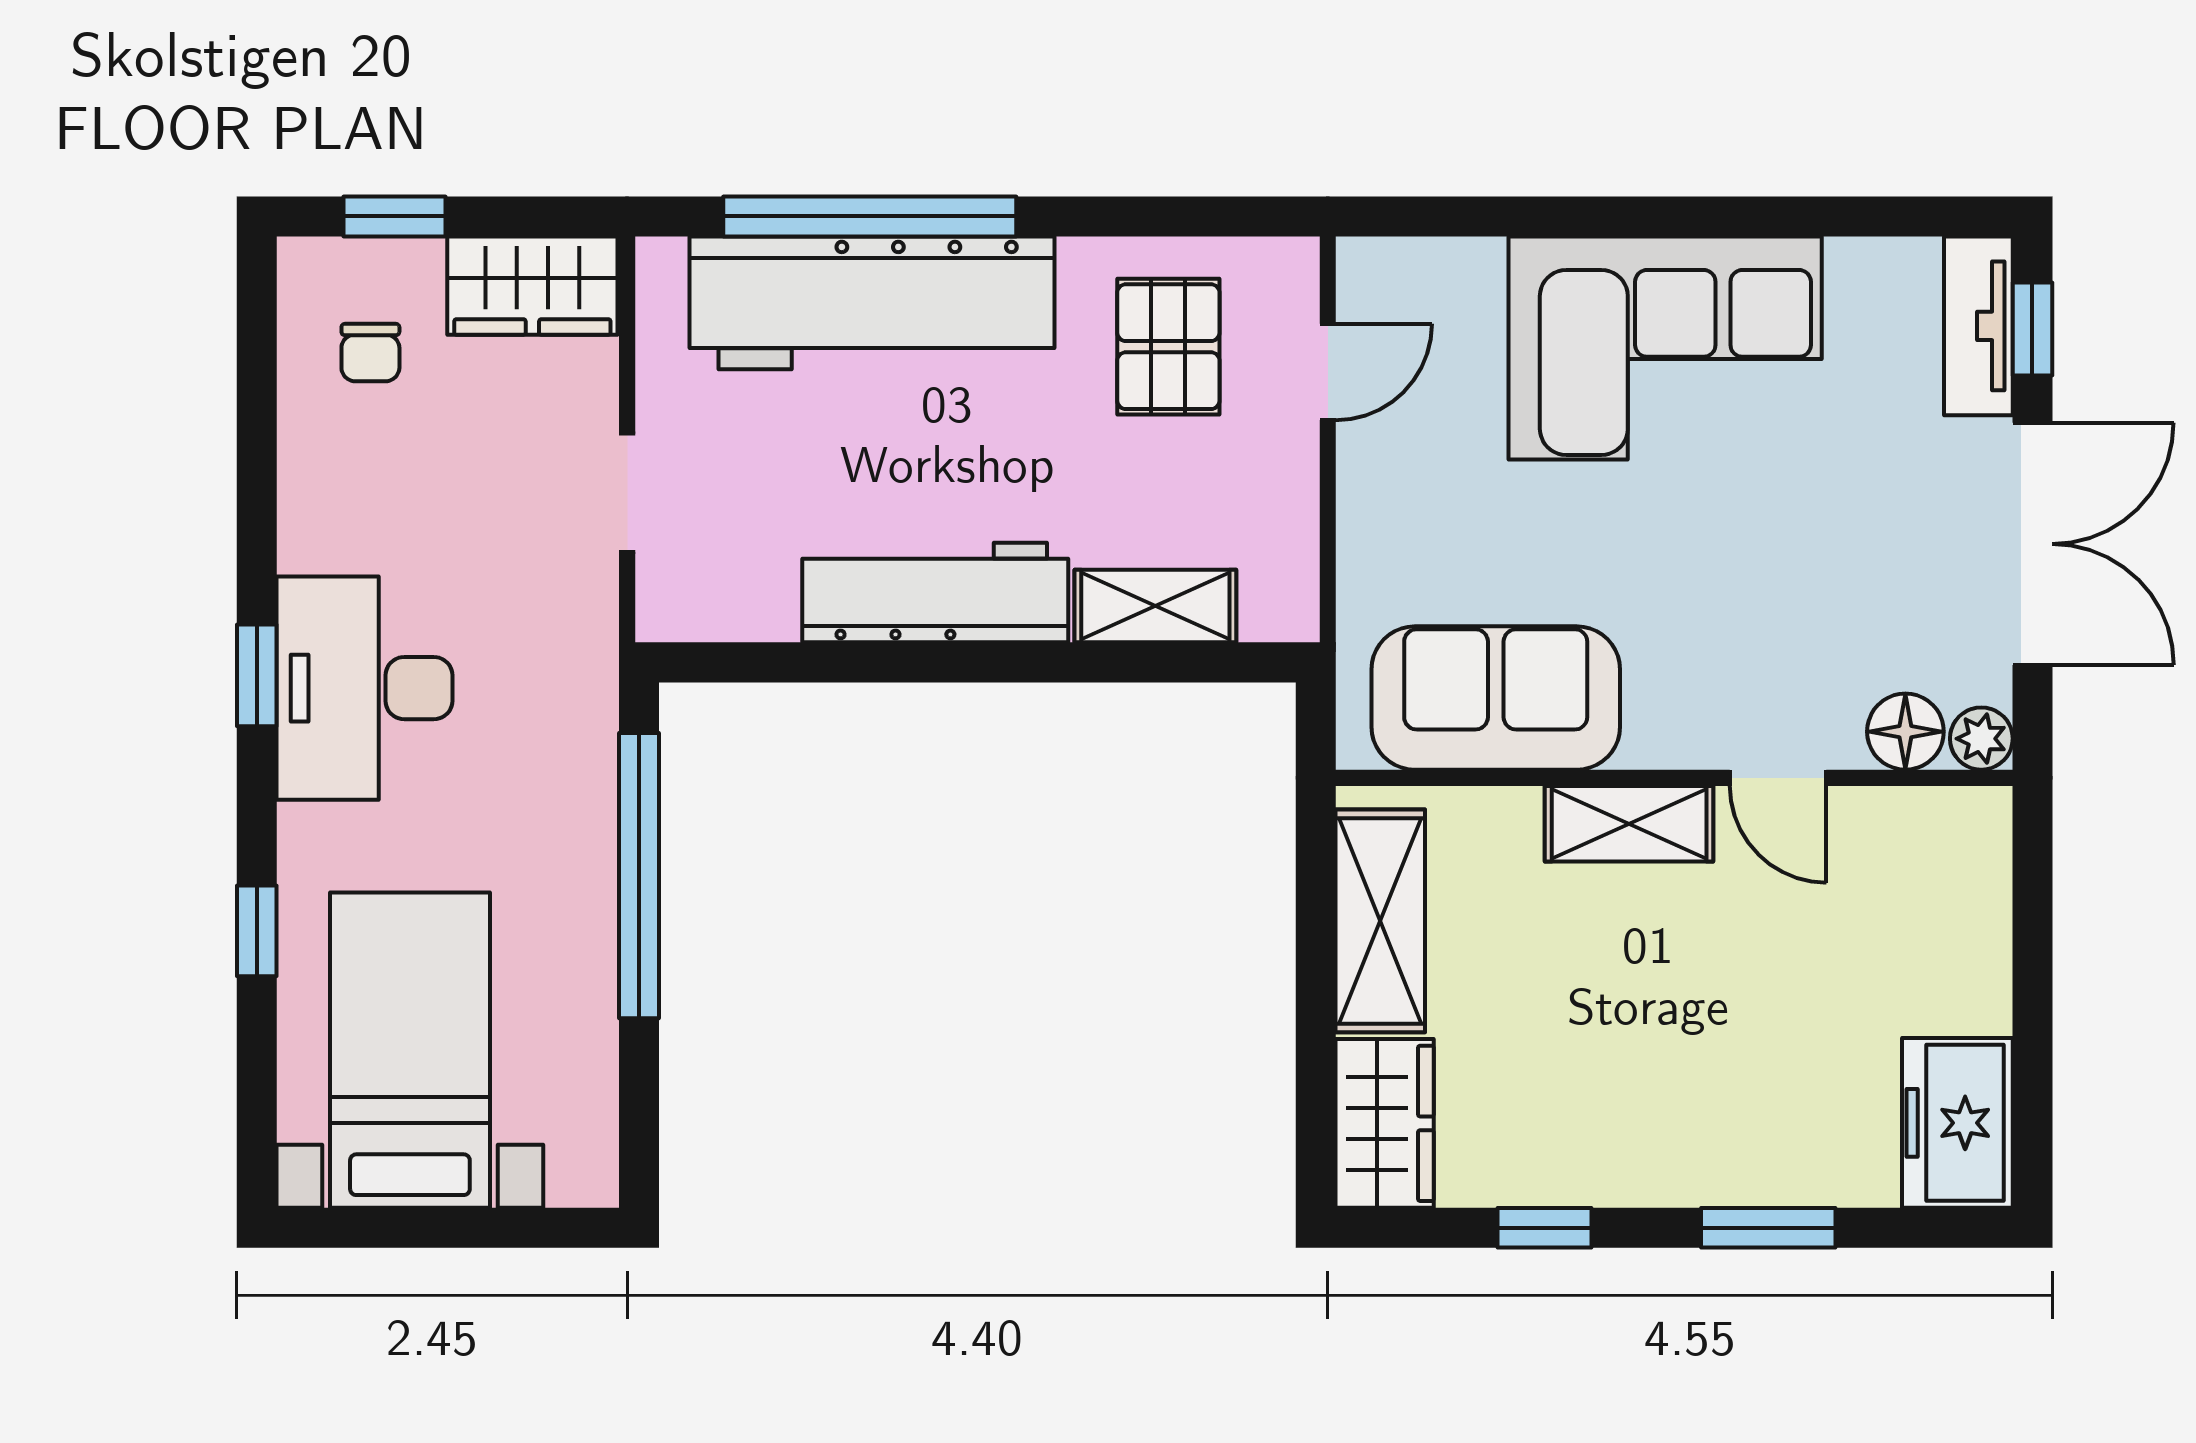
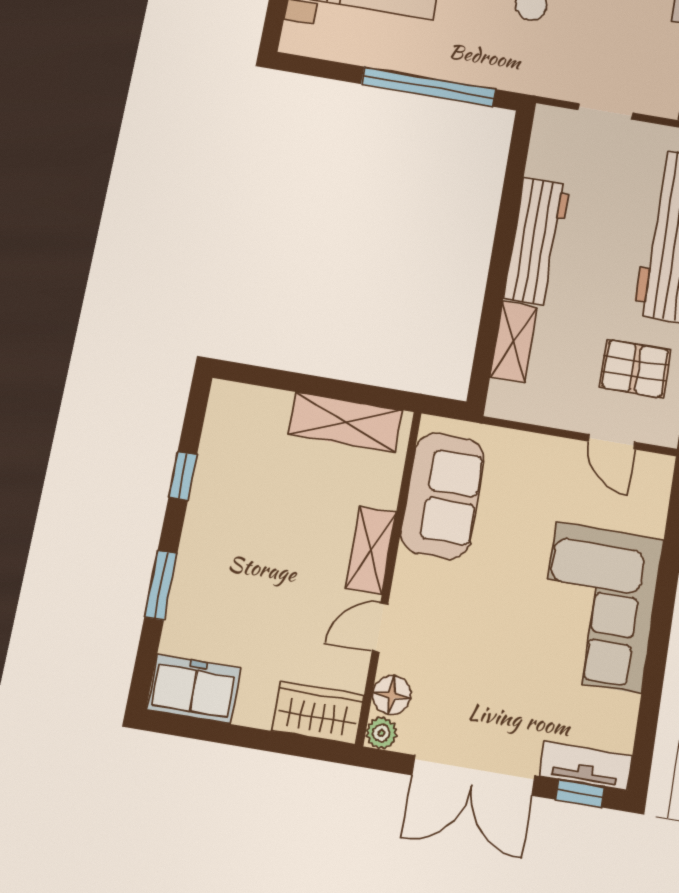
wardrobe: (1385, 1123) -> (318, 713), moved, turned 180

